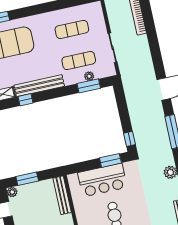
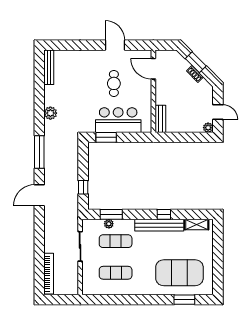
window: (26, 100) -> (164, 214), moved
window: (130, 139) -> (83, 187), moved
window: (27, 179) -> (191, 137), removed
bench: (62, 195) -> (160, 119), width x0.73

